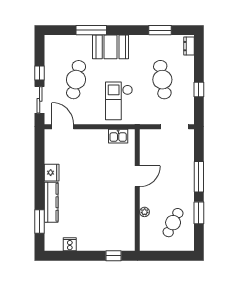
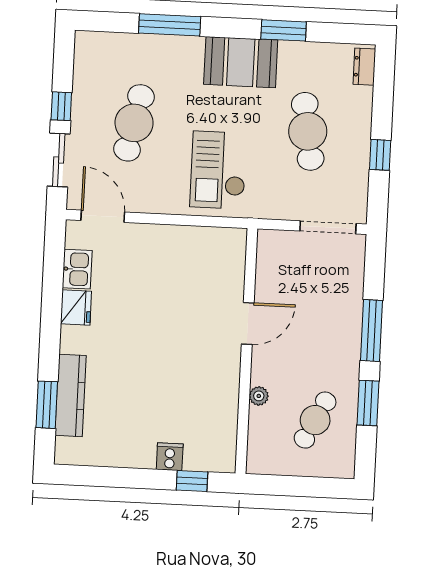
window: (160, 30) -> (284, 30), moved
booth: (111, 47) -> (241, 62), moved
kitchen sink: (118, 136) -> (77, 269), moved, turned -90
kitchen counter: (51, 202) -> (70, 395), moved
cooker: (70, 244) -> (170, 457), moved

